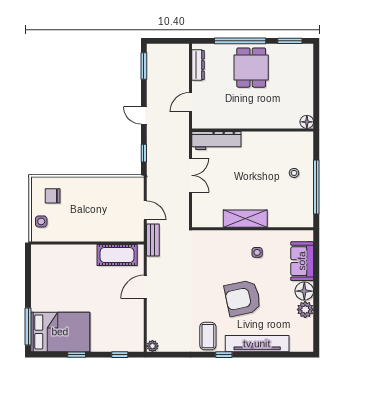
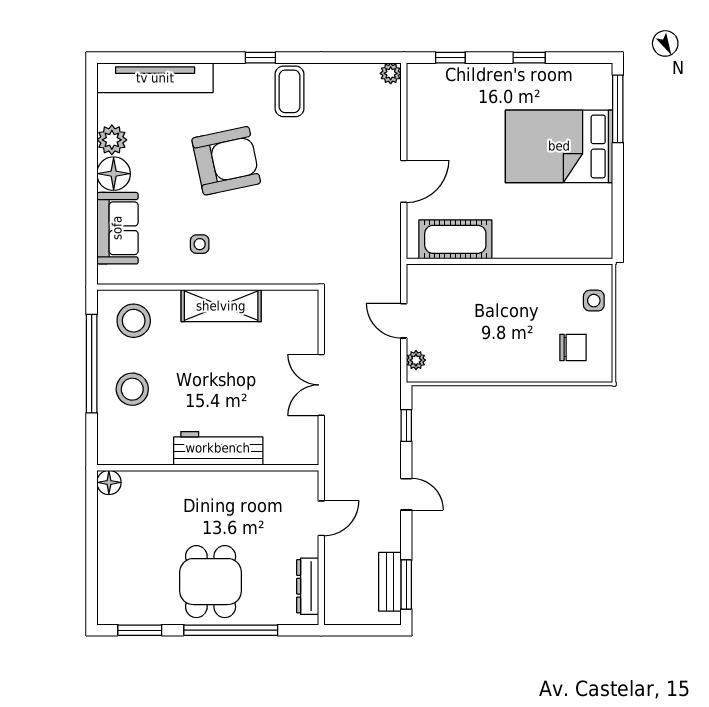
workbench: (216, 141) -> (218, 448), moved
stool: (294, 173) -> (132, 389), width x1.89, depth x1.89
plant: (139, 189) -> (416, 360), added
stool: (293, 210) -> (134, 321), added
bench: (153, 240) -> (390, 582), moved
bed: (60, 332) -> (559, 146), moved
tv unit: (257, 344) -> (155, 78), moved

